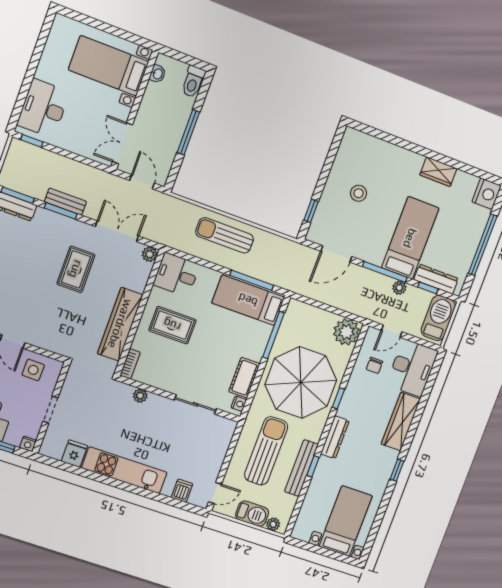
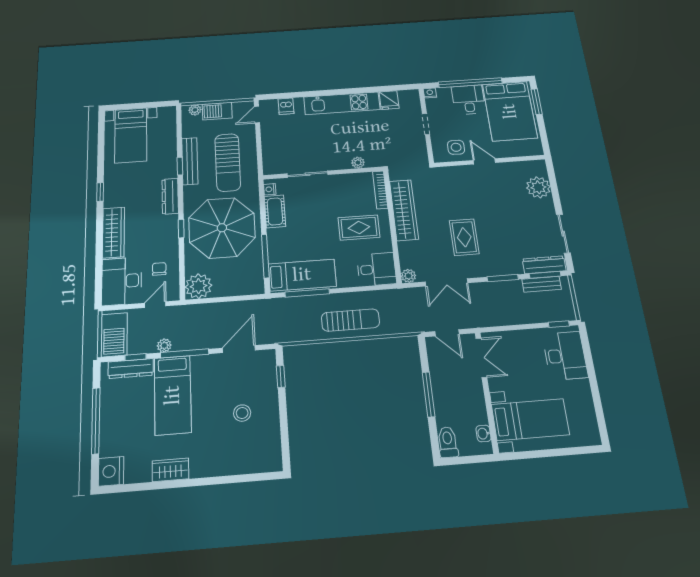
bench: (65, 202) -> (542, 284), moved
bookcase: (130, 364) -> (380, 190), width x1.56

